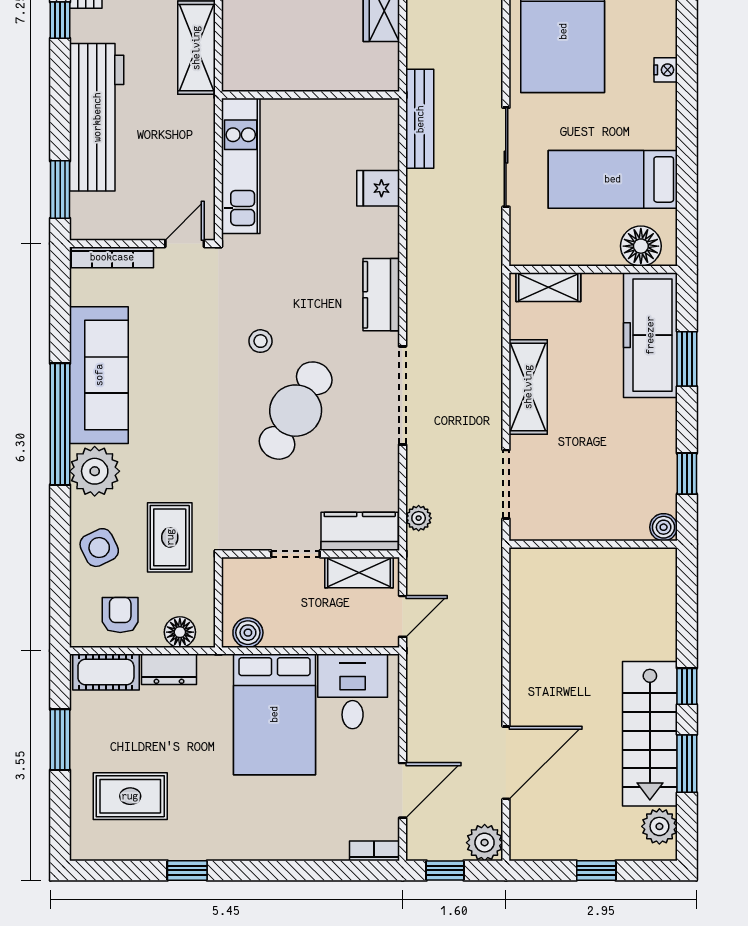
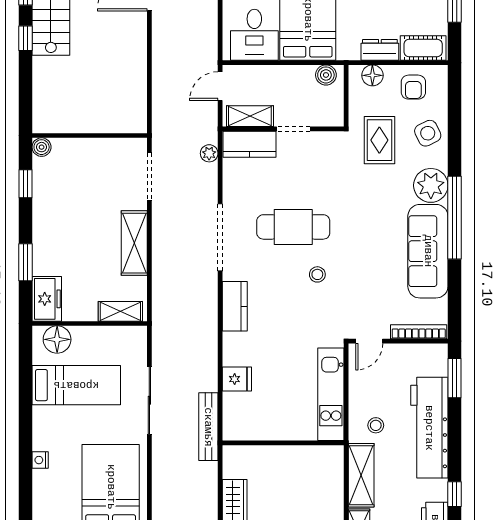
stool: (175, 121) -> (376, 425), added
freezer: (650, 335) -> (47, 299), width x0.52, depth x0.79
cafe table: (296, 411) -> (293, 227), turned 60

